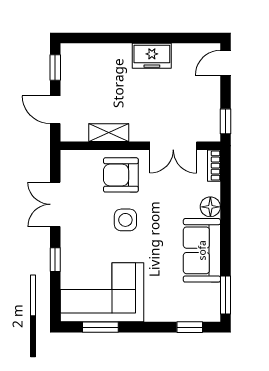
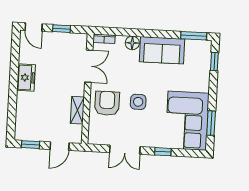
window: (225, 121) -> (61, 29), moved
armchair: (121, 175) -> (107, 103), turned 180

